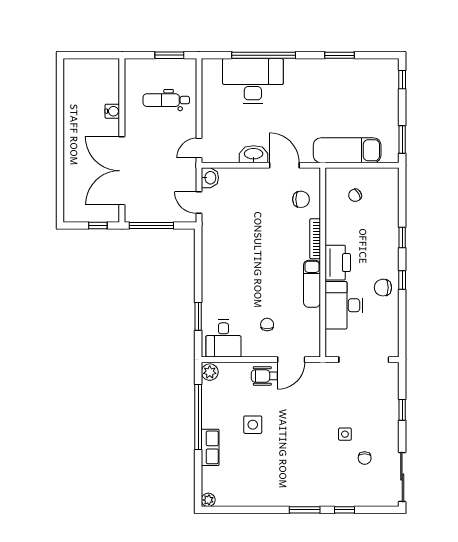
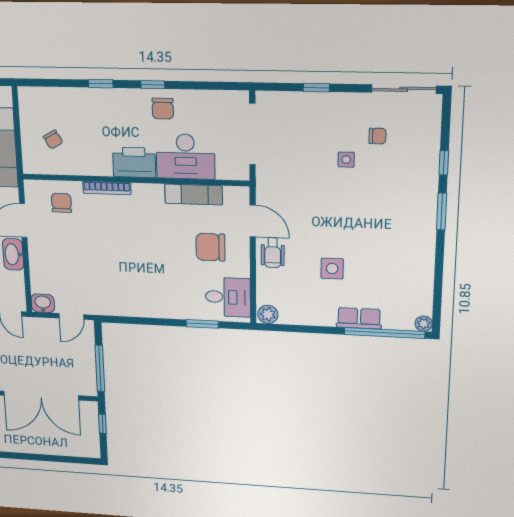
exam couch: (312, 284) -> (194, 194), moved
chair: (267, 325) -> (211, 247), width x1.87, depth x1.87
window: (198, 417) -> (384, 333), moved

